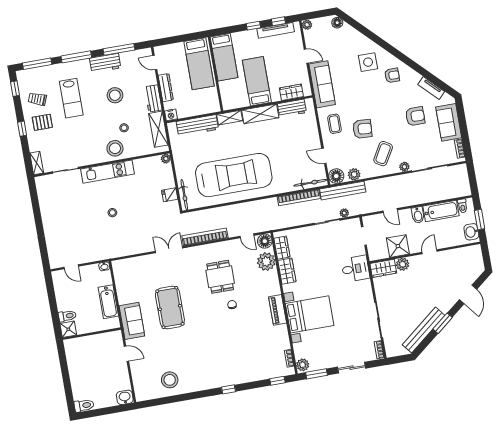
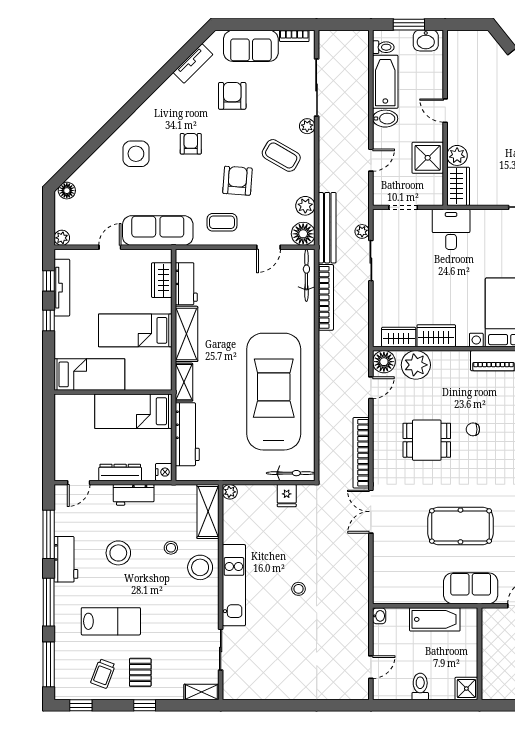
bed: (199, 64) -> (133, 411), moved, turned 180
armchair: (392, 75) -> (191, 144), moved
shelving: (158, 129) -> (208, 512), moved, turned 90
toilet: (67, 316) -> (420, 686), moved

